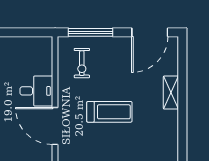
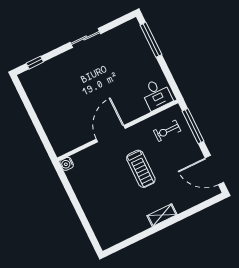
desk: (36, 91) -> (156, 94), moved
shelving: (171, 93) -> (162, 215), moved

